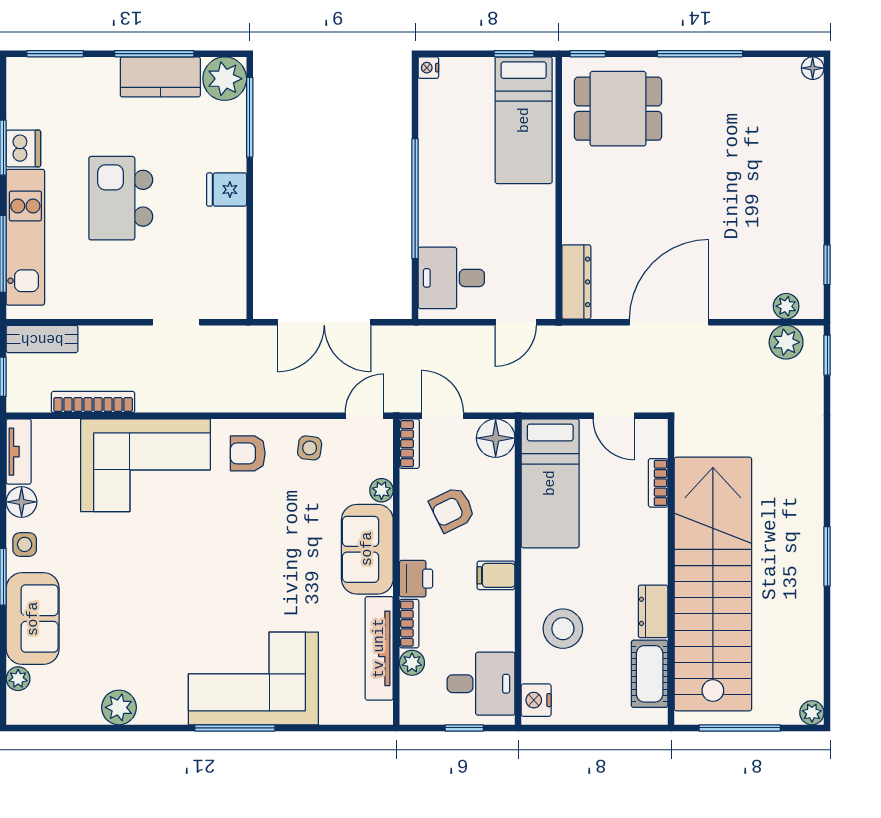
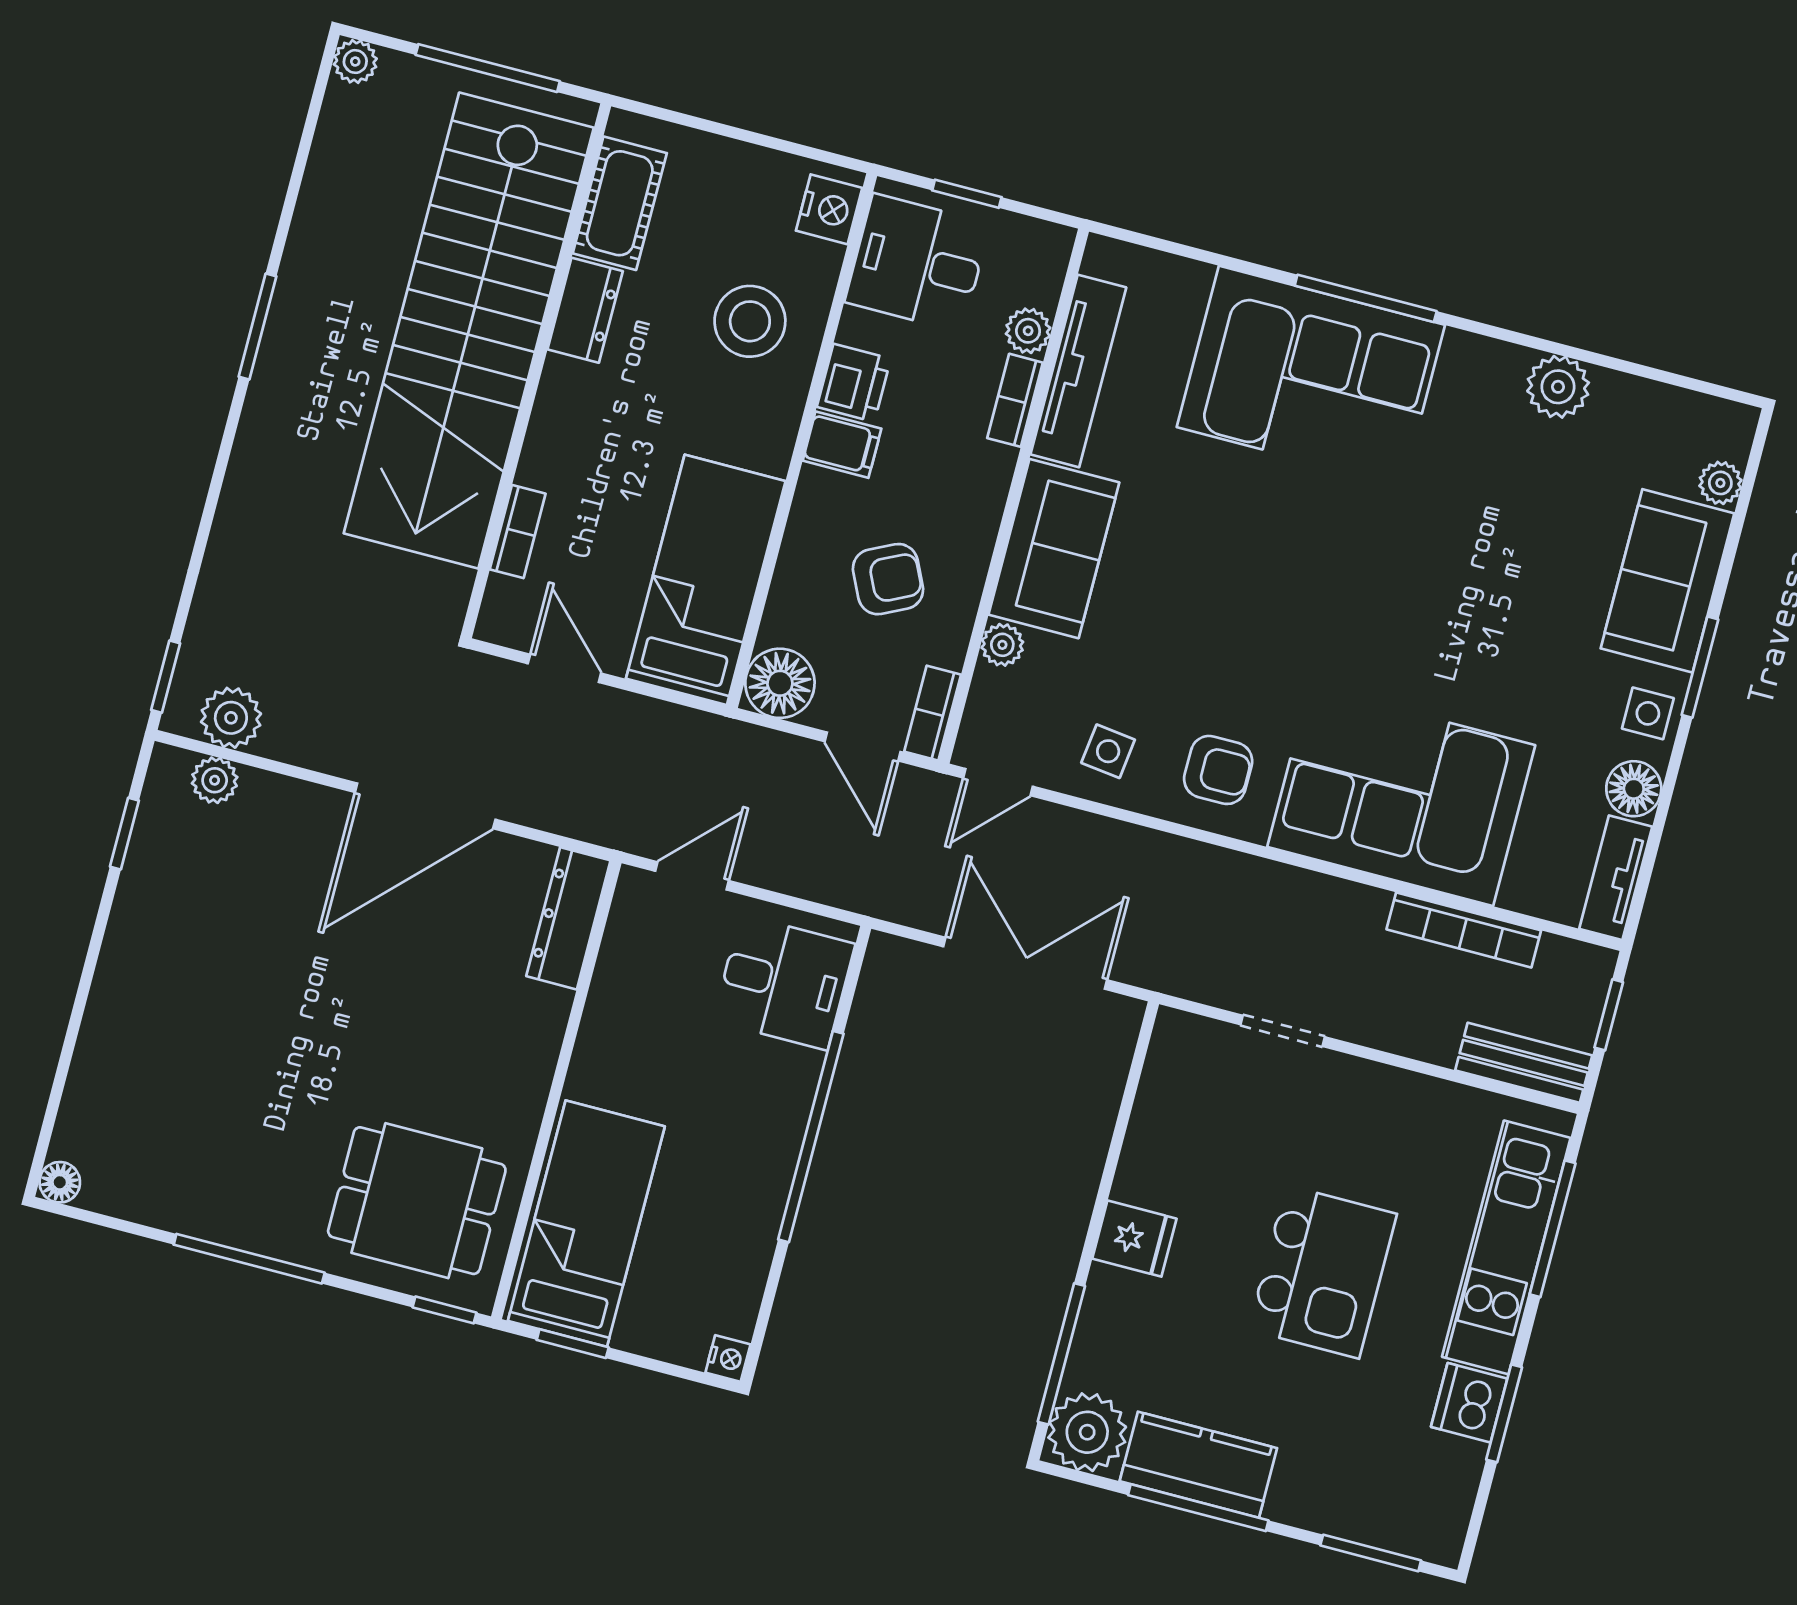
printer: (416, 579) -> (854, 383), moved, turned 180

